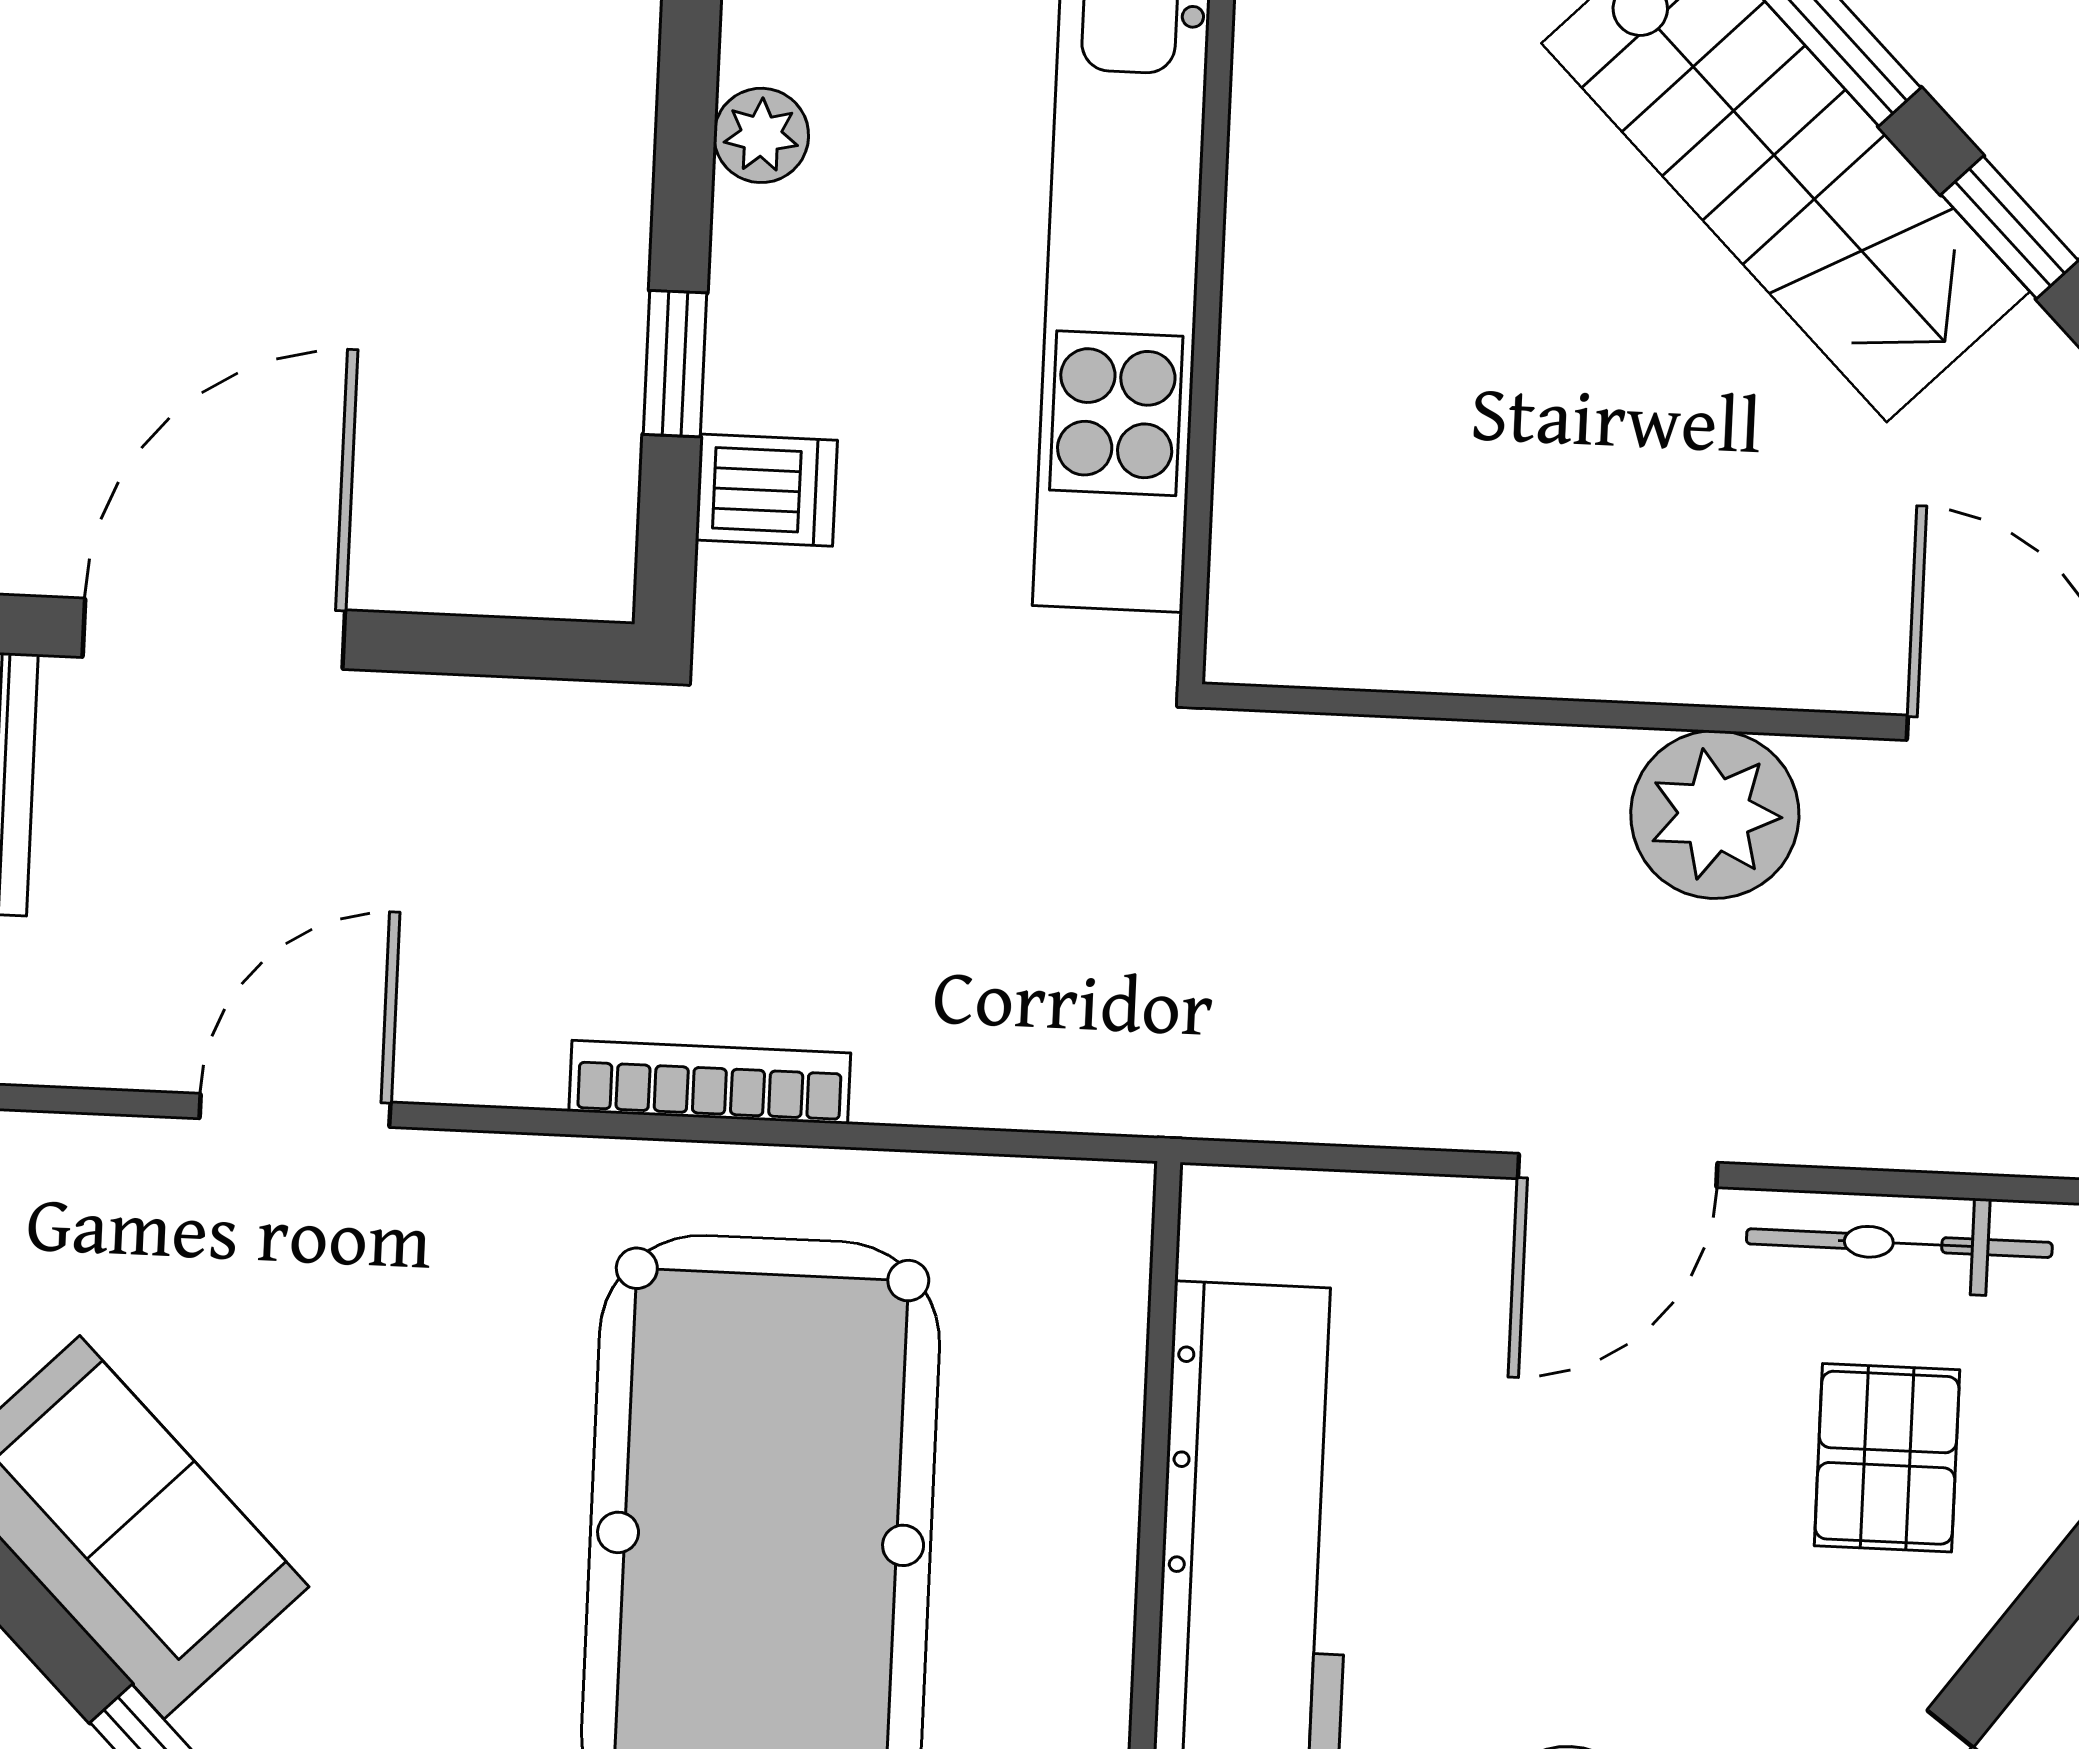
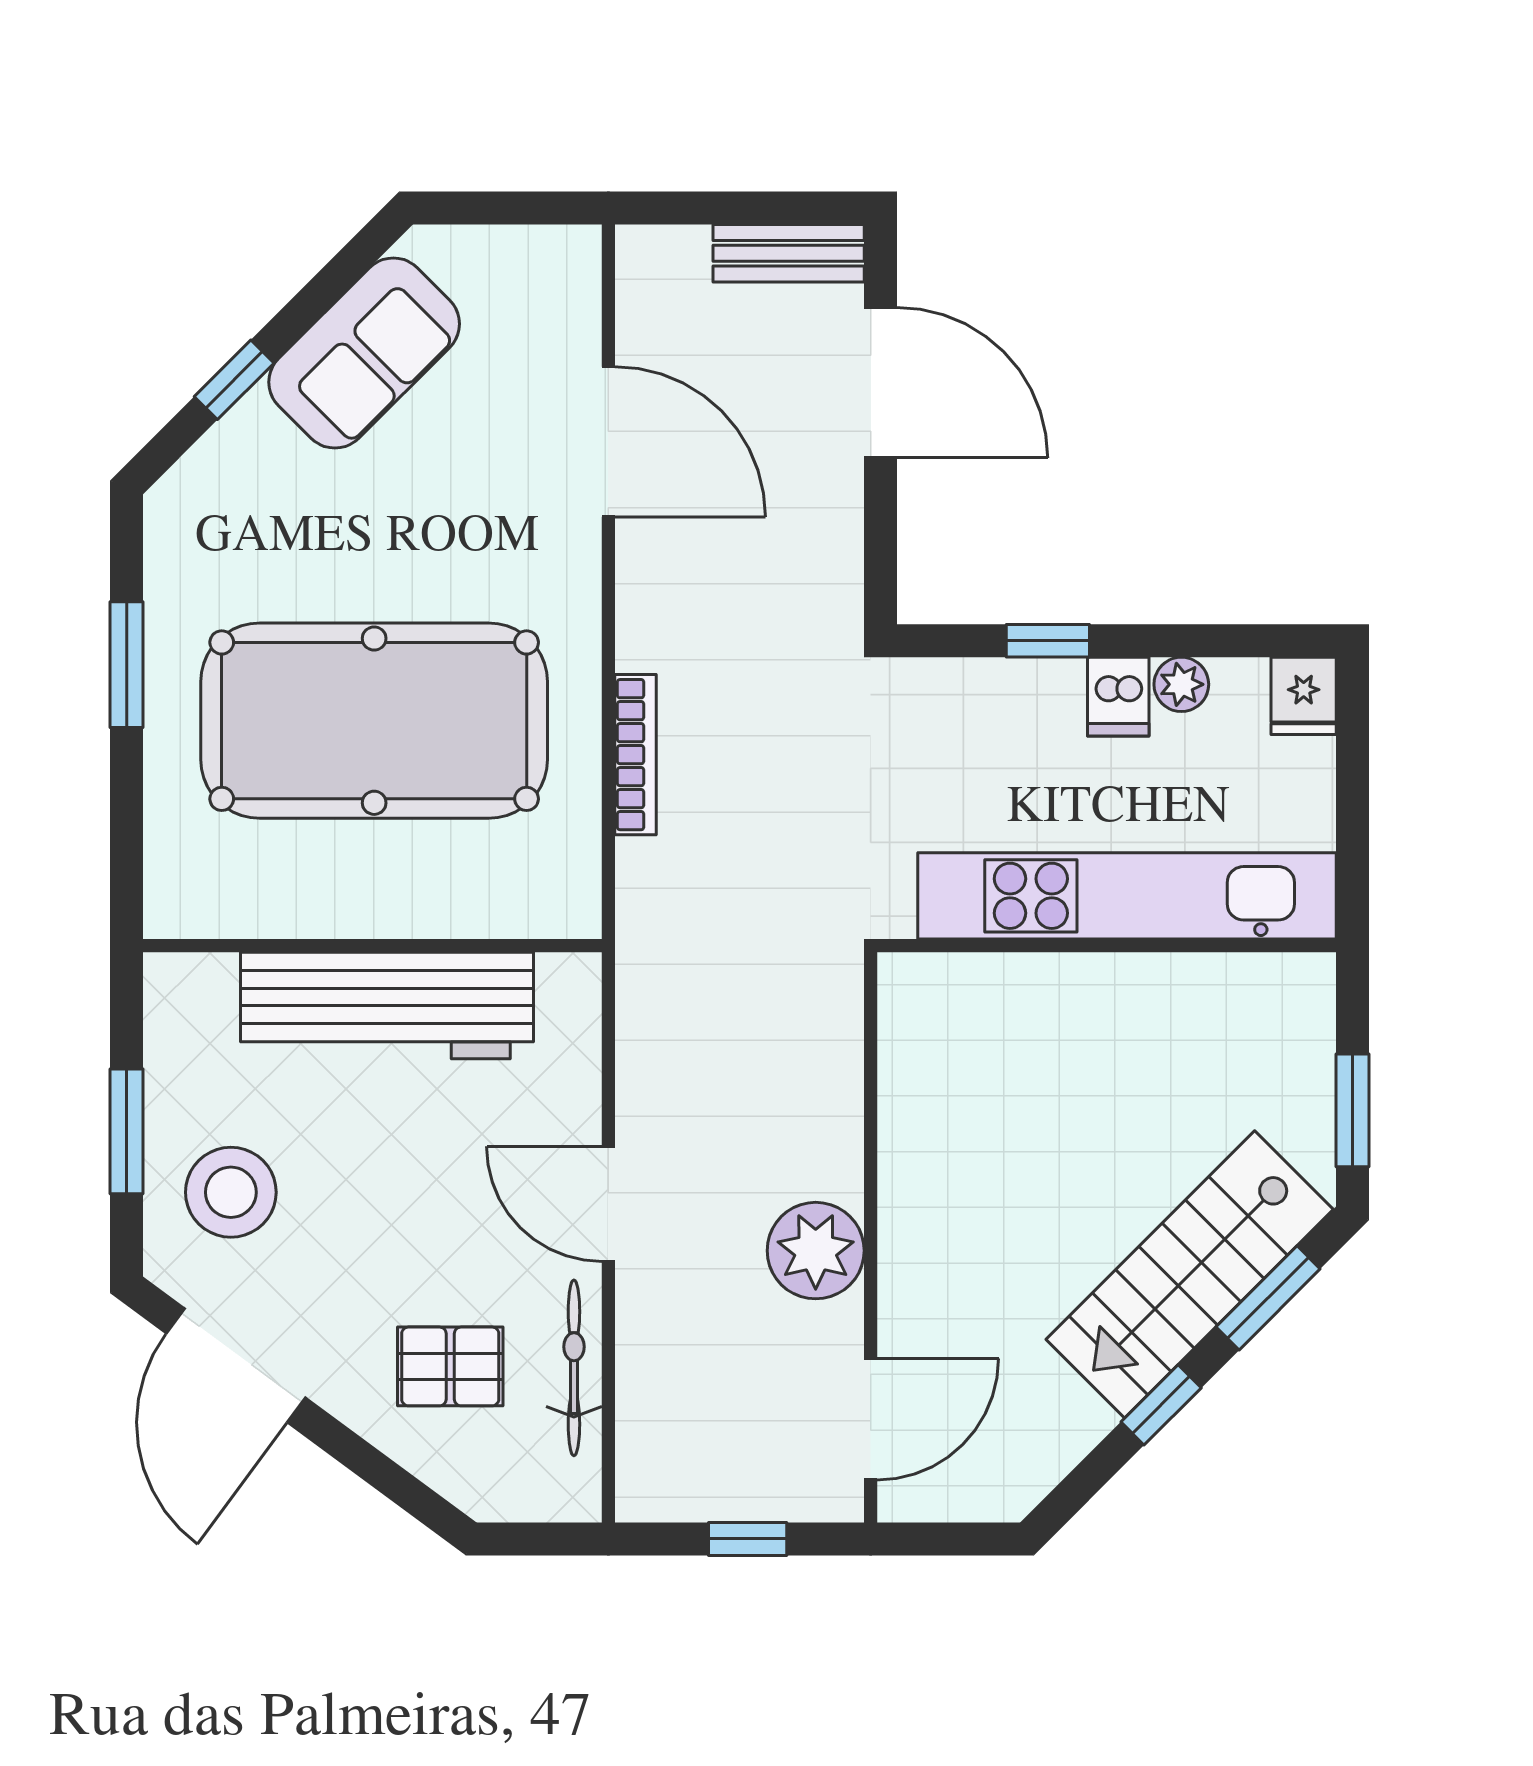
dishwasher: (766, 490) -> (1118, 697), moved
bookcase: (710, 1082) -> (635, 755), moved
door: (295, 1110) -> (608, 442), width x1.36

